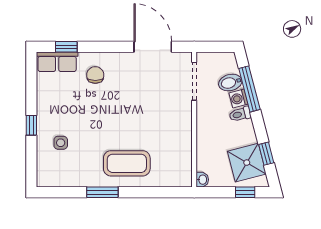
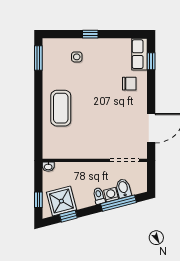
window: (102, 192) -> (38, 58), moved

